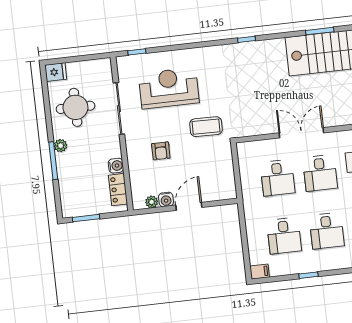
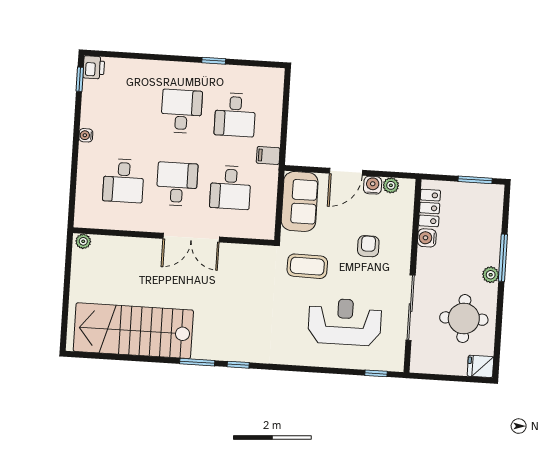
window: (320, 31) -> (197, 362), moved
reception desk: (169, 88) -> (345, 322), turned 180
sofa: (221, 176) -> (300, 201), added
desk: (278, 178) -> (230, 187), turned 180
desk: (284, 236) -> (235, 115), turned 180
filing cabinet: (260, 272) -> (268, 155), moved

